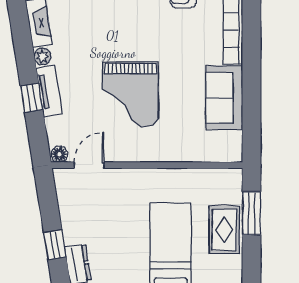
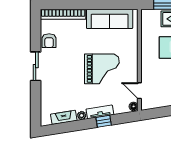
sofa: (224, 98) -> (110, 19), width x1.36

